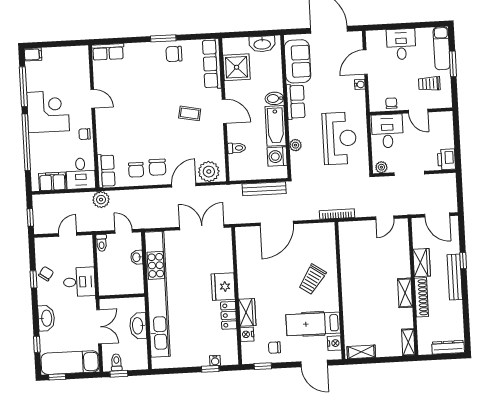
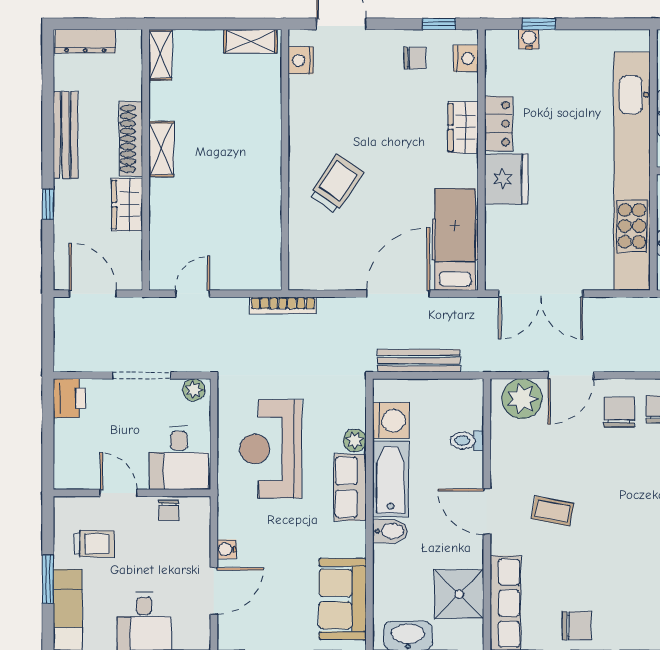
row of seats: (296, 102) -> (350, 487), moved
bench: (455, 277) -> (66, 135), moved
hospital bed: (313, 324) -> (455, 239), moved, turned -90
nightstand: (247, 334) -> (466, 58), moved

